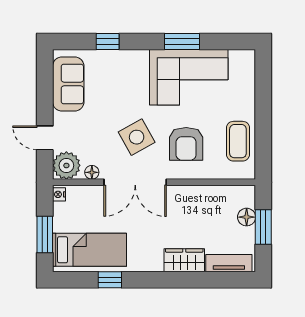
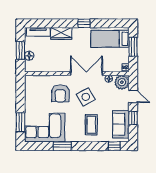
window: (108, 41) -> (114, 146), moved
corner sofa: (189, 77) -> (45, 128), moved
window: (263, 88) -> (20, 122), added
window: (45, 96) -> (133, 118), added
coffee table: (238, 141) -> (91, 125), moved
armchair: (186, 144) -> (60, 93), turned 180
window: (110, 280) -> (84, 23), moved

